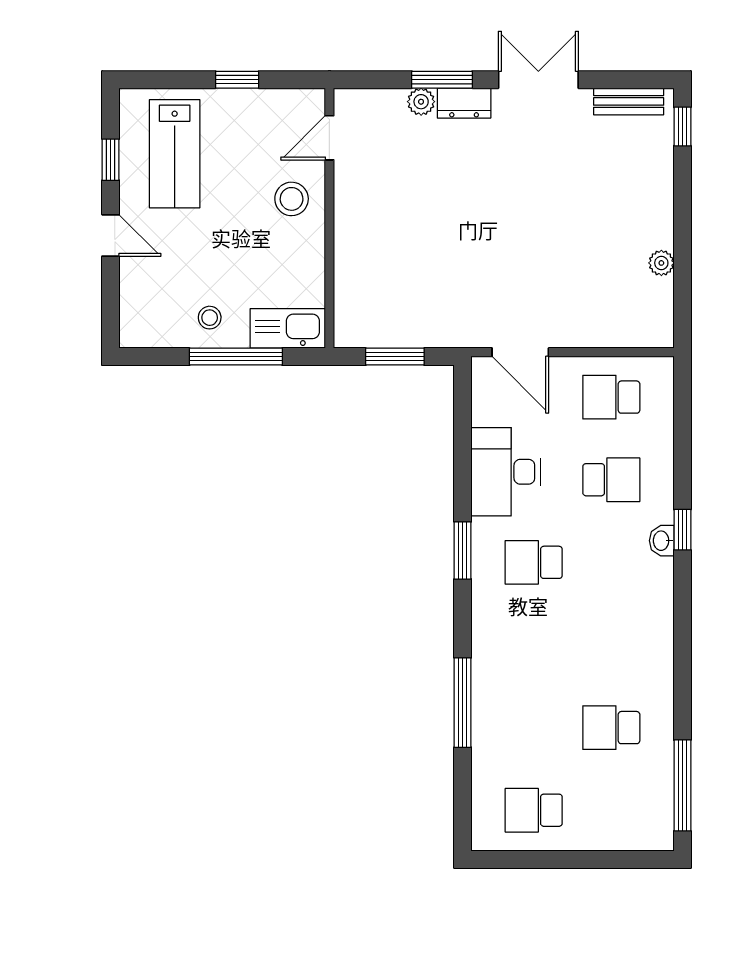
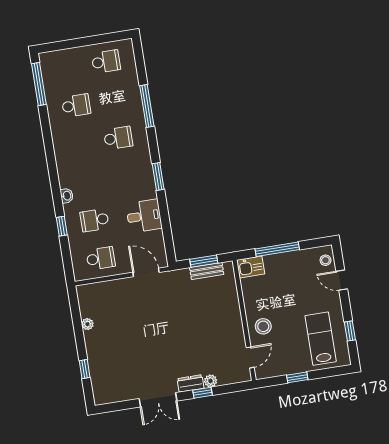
window: (442, 80) -> (202, 393), width x0.67
bench: (629, 101) -> (207, 271), moved
window: (682, 127) -> (85, 369), moved
door: (111, 235) -> (342, 280), moved
stool: (210, 318) -> (325, 260), moved
kitchen sink: (288, 328) -> (251, 267), width x0.73
desk: (506, 472) -> (144, 216), width x0.73
window: (682, 530) -> (62, 226), moved
school desk: (534, 562) -> (118, 138), moved

